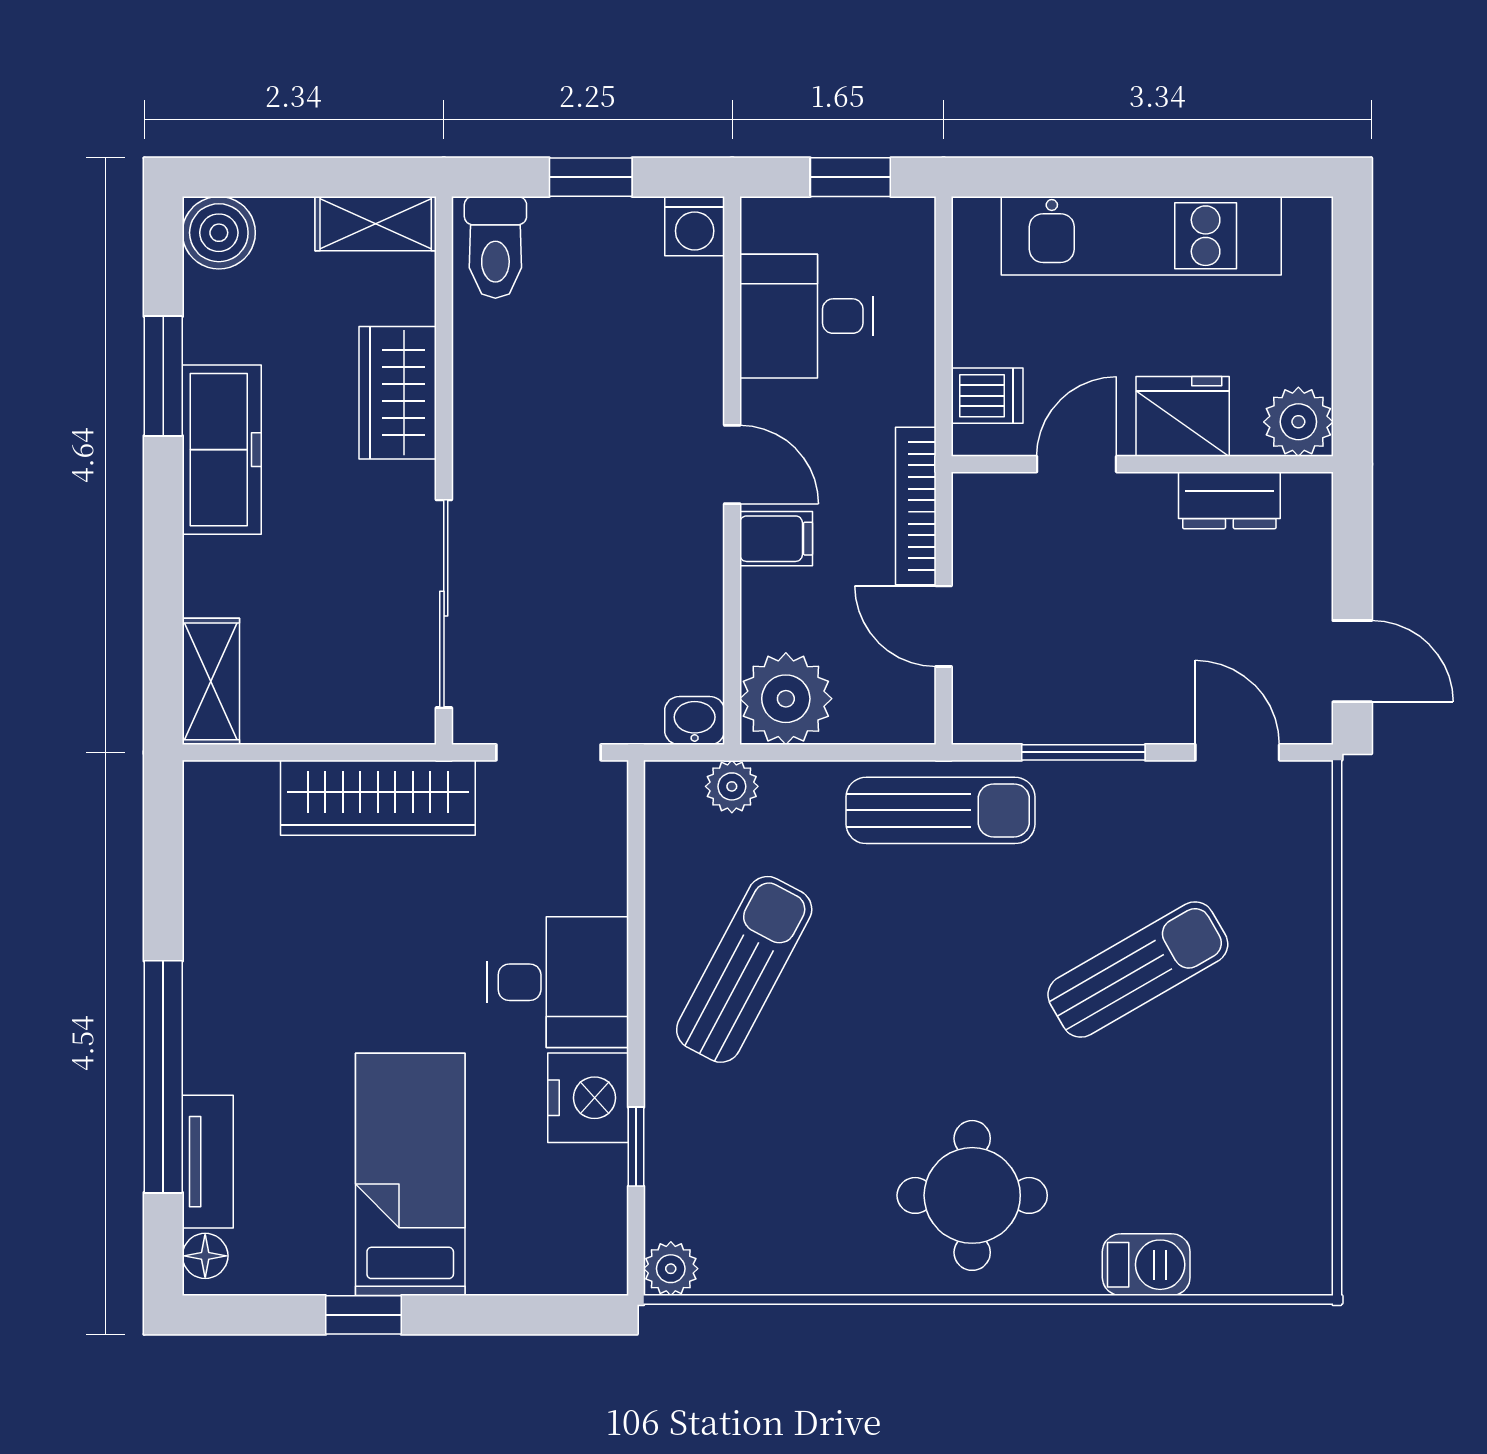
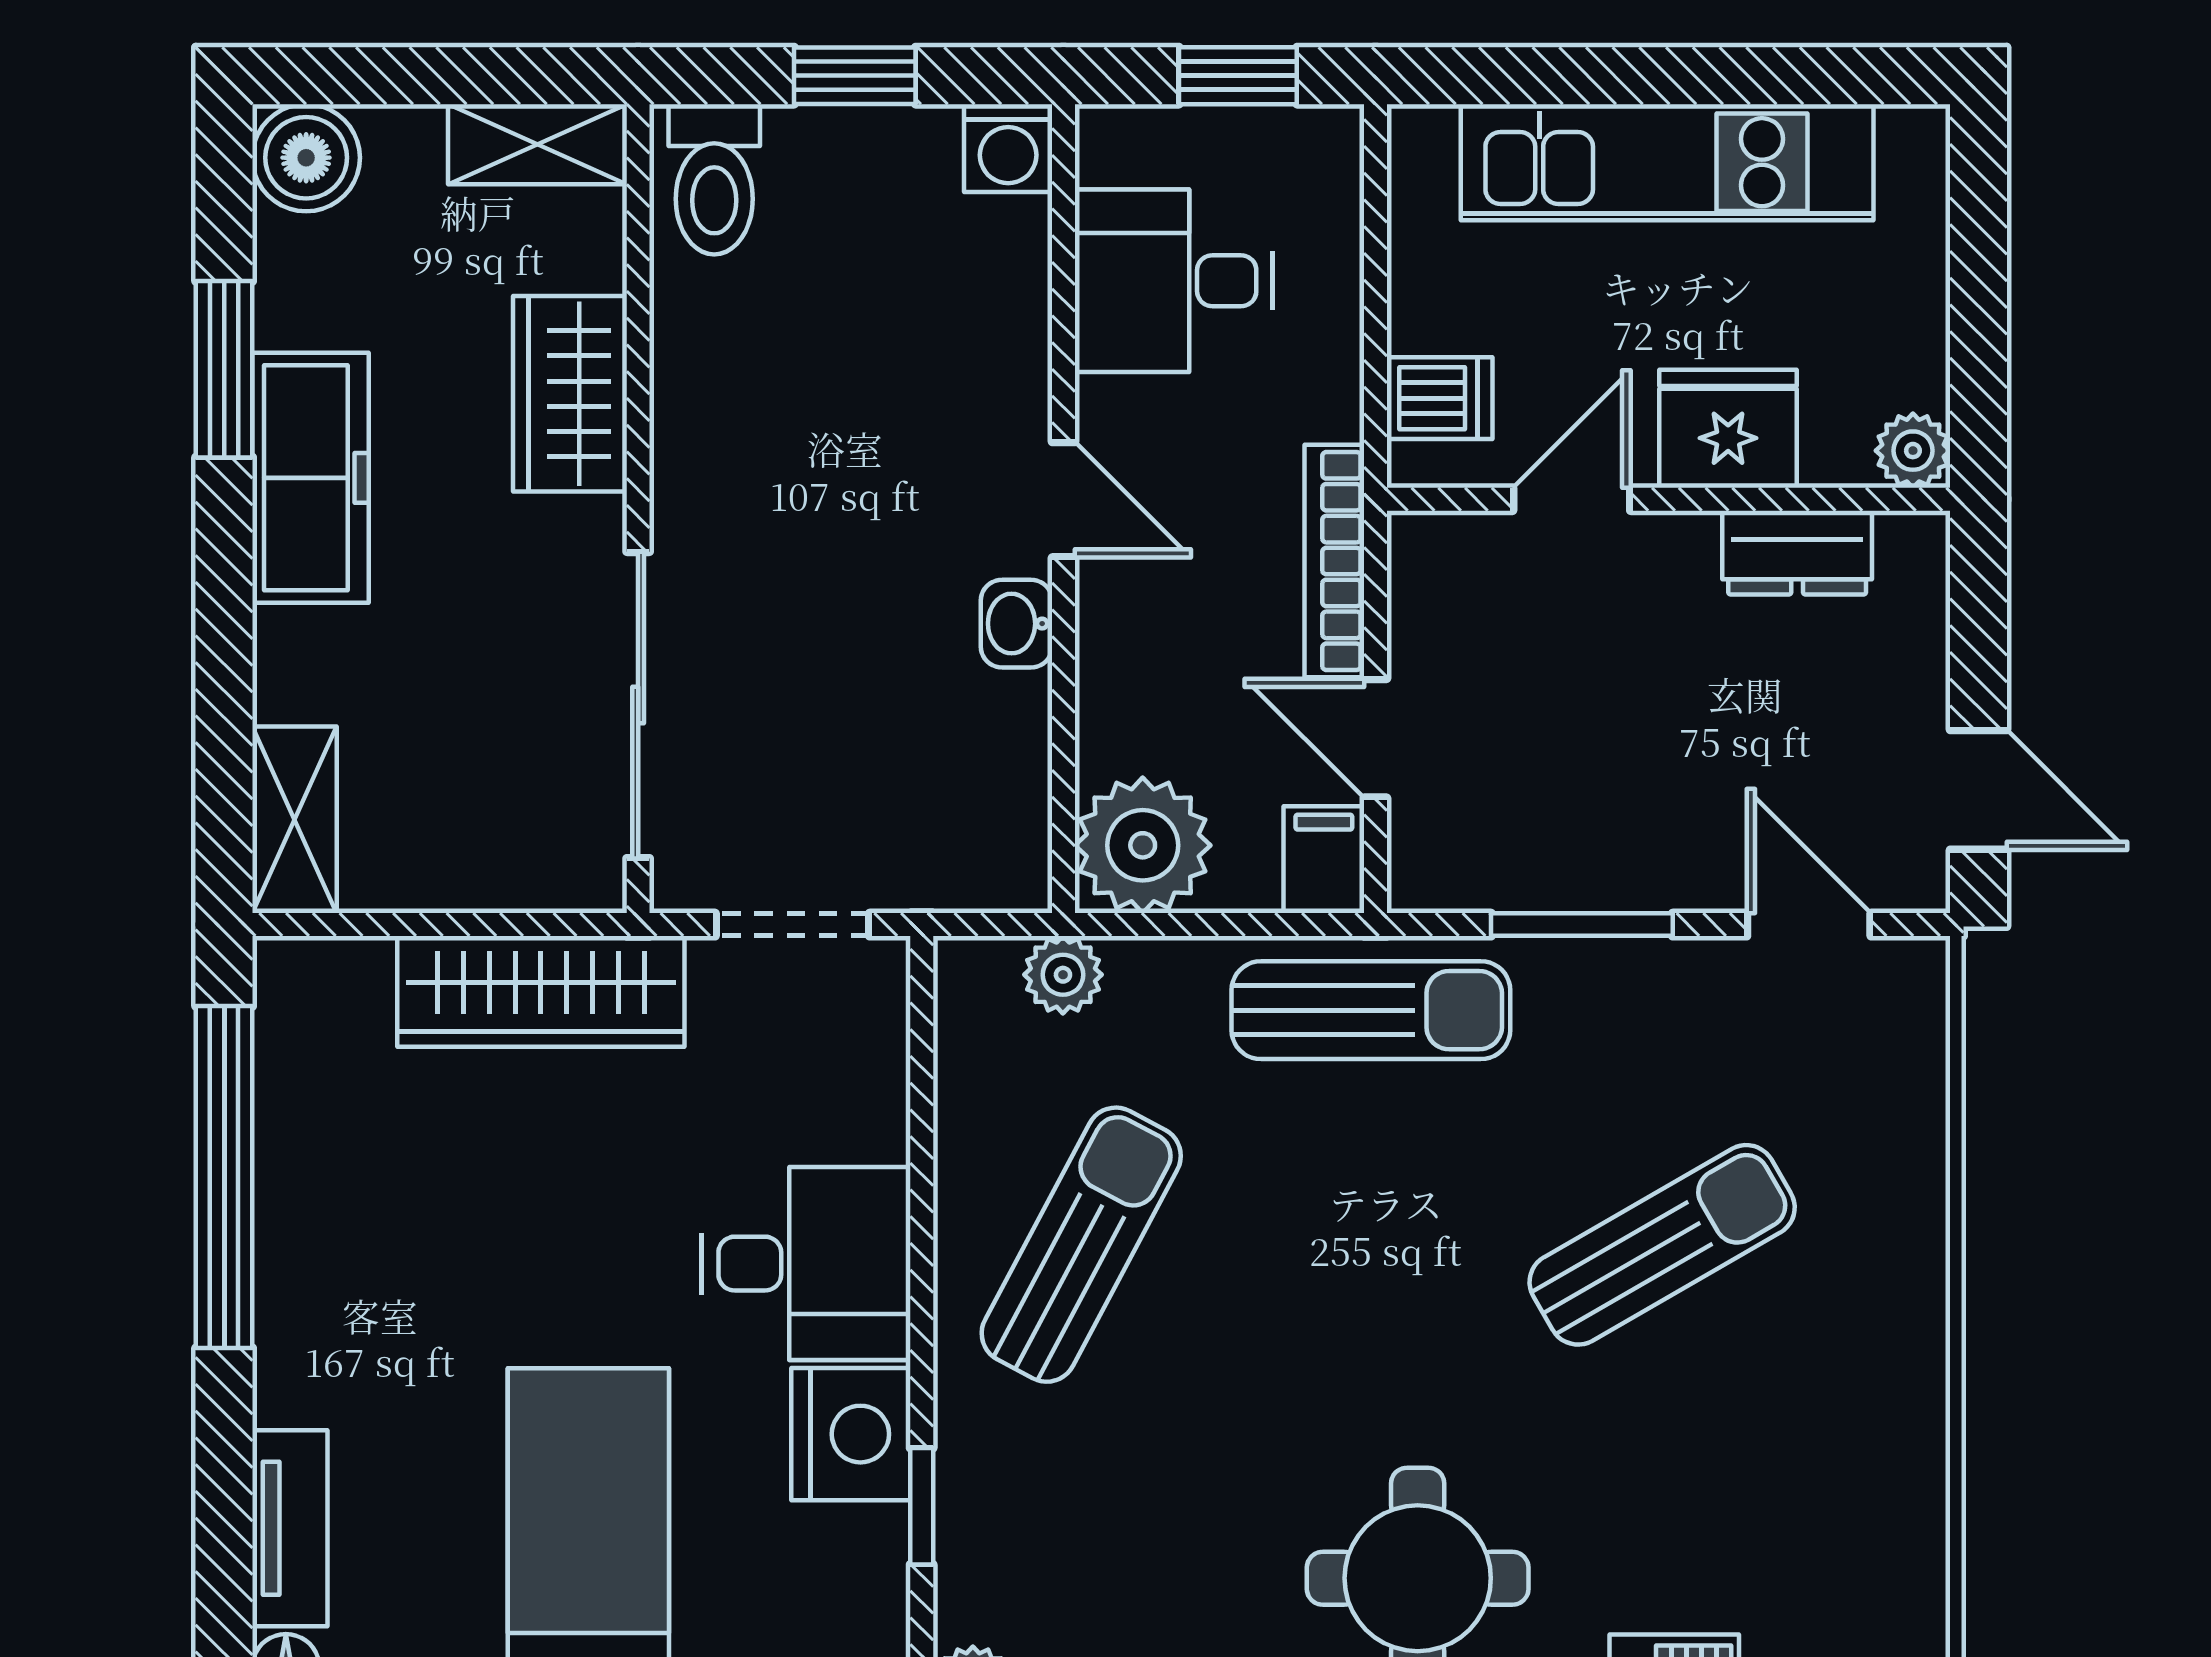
plant: (1298, 422) -> (1913, 451), width x0.73, depth x0.73
filing cabinet: (776, 539) -> (1324, 860), moved, turned -90
washbasin: (695, 721) -> (1017, 624), moved, turned -90
window: (163, 1077) -> (224, 1177), moved

